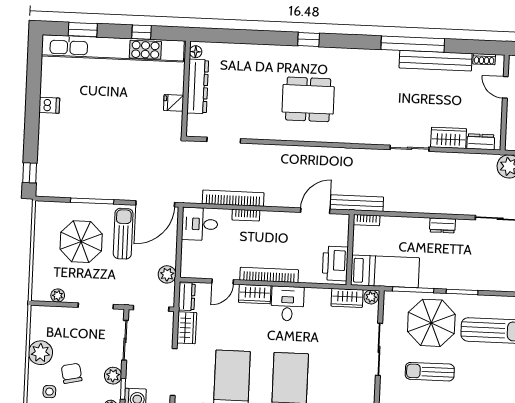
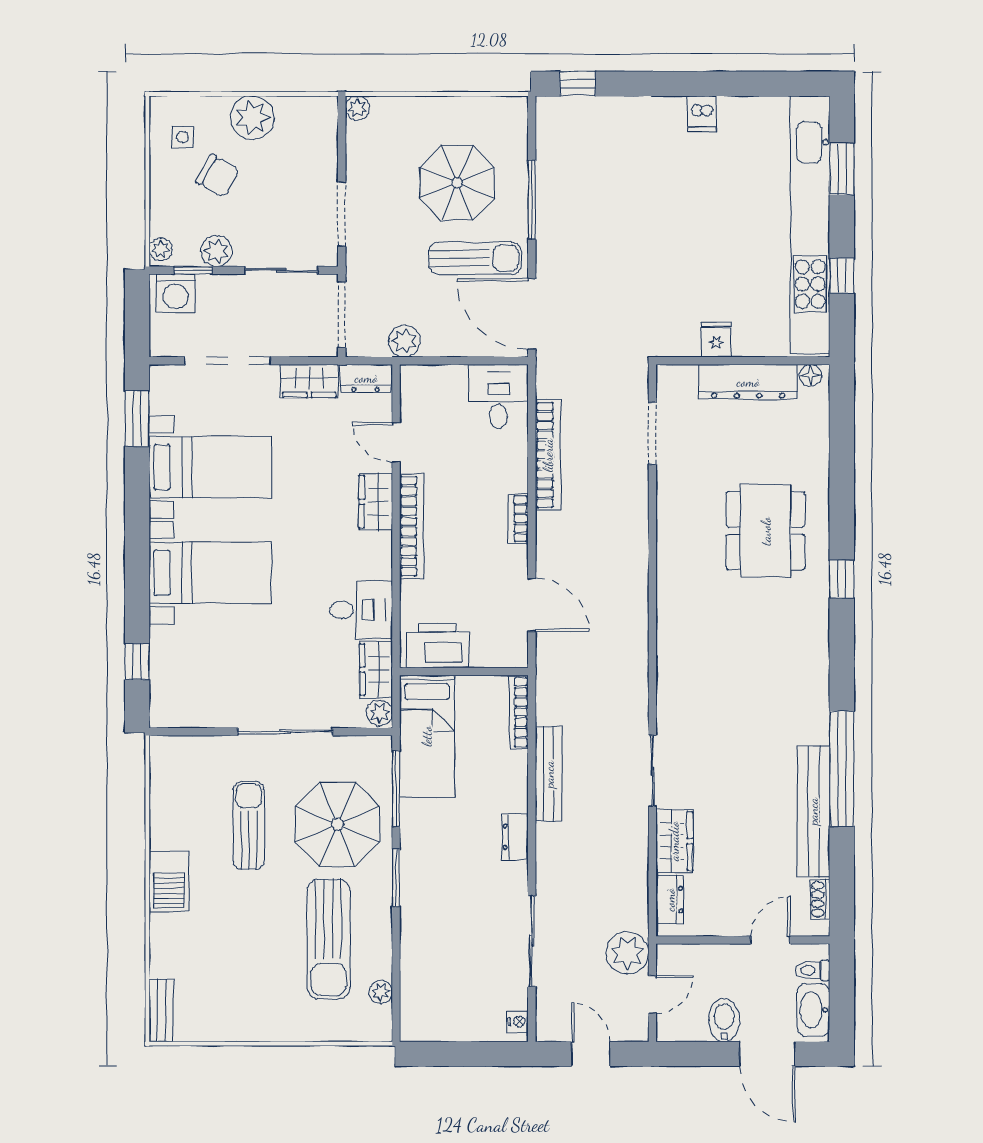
dining table: (308, 99) -> (766, 531), moved
bench: (357, 203) -> (549, 774), moved
bookcase: (246, 215) -> (518, 519), moved
bookcase: (367, 220) -> (519, 712), width x1.56
plant: (58, 296) -> (357, 108), moved
desk: (287, 304) -> (361, 610), moved
chair: (72, 373) -> (217, 176), turned 42

